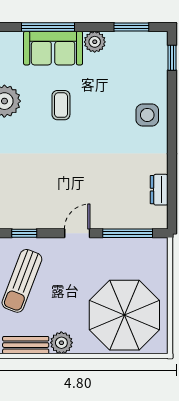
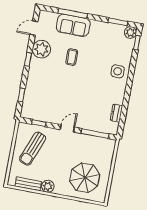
plant: (95, 42) -> (130, 33), moved
parasol: (124, 315) -> (85, 178), width x0.73, depth x0.73

